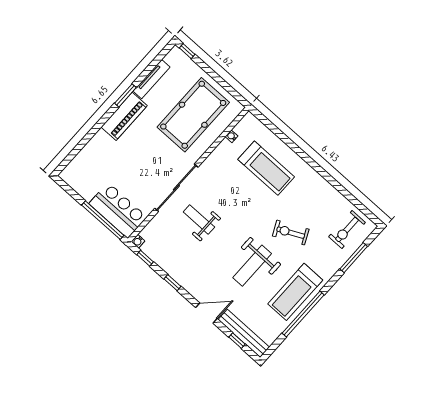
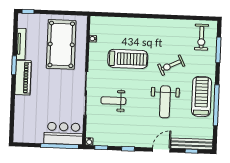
treadmill: (266, 168) -> (128, 59), moved
treadmill: (295, 292) -> (202, 96), turned 180

